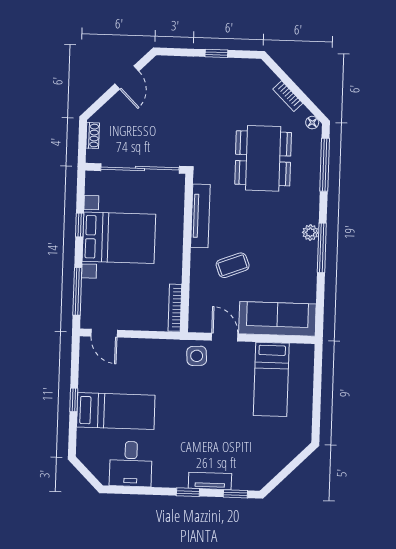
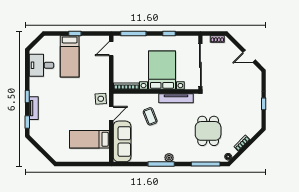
dining table: (263, 158) -> (208, 131), width x0.73
bed with nightstands: (119, 238) -> (162, 70), moved, turned 180

